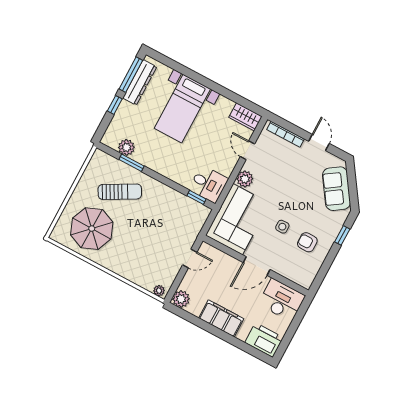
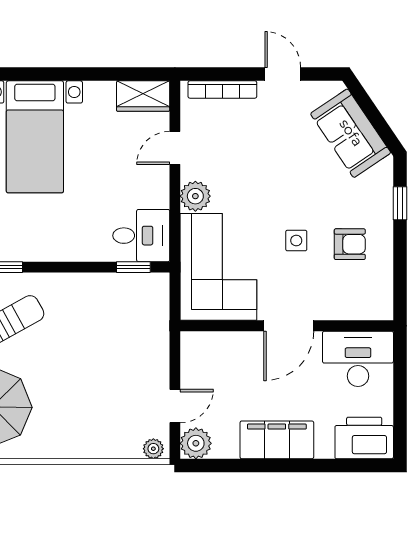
door: (247, 150) -> (175, 148), hinge flipped
armchair: (307, 242) -> (350, 244), turned 180
door: (190, 258) -> (175, 406), moved

